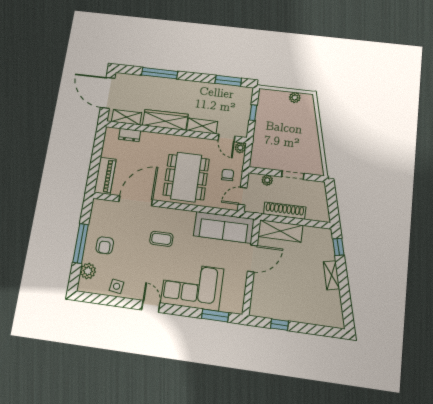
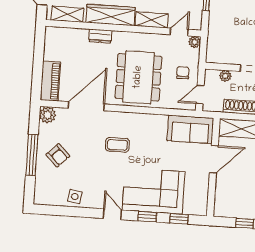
dresser: (130, 135) -> (100, 36), moved
door: (227, 138) -> (179, 32), swing flipped
sofa: (224, 227) -> (190, 129), width x0.73
armchair: (105, 245) -> (58, 155), turned -45
plant: (88, 271) -> (48, 115), moved
window: (184, 311) -> (147, 217), added
window: (215, 315) -> (179, 219), width x0.67

